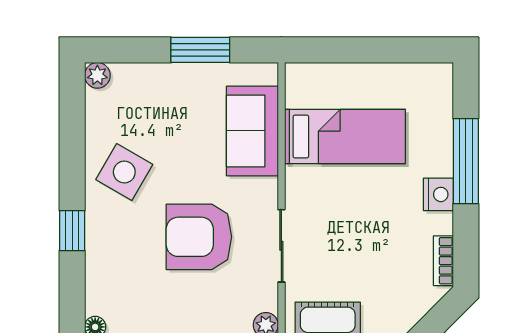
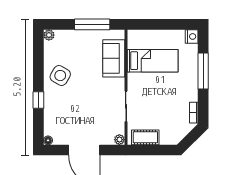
window: (200, 50) -> (92, 24), width x1.44
nightstand: (438, 194) -> (192, 36), moved
armchair: (199, 237) -> (91, 103), removed

